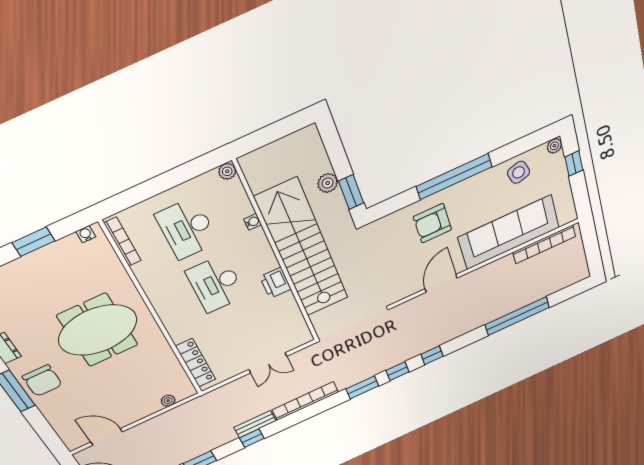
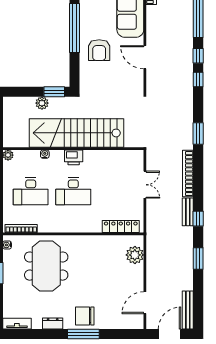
printer: (275, 283) -> (74, 157), moved
meeting table: (98, 330) -> (46, 266), moved
window: (397, 371) -> (198, 56), moved
chair: (42, 381) -> (85, 316), turned 180
plant: (168, 401) -> (135, 255), width x1.87, depth x1.87

